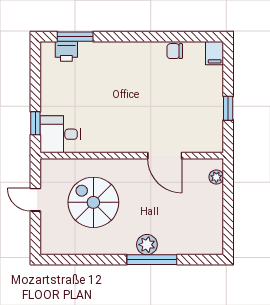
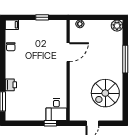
printer: (66, 51) -> (11, 85), moved
spiral stairs: (93, 202) -> (105, 93), moved
plant: (147, 245) -> (117, 26), moved

